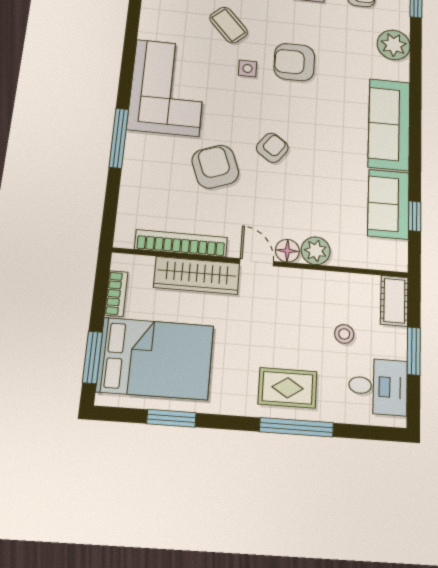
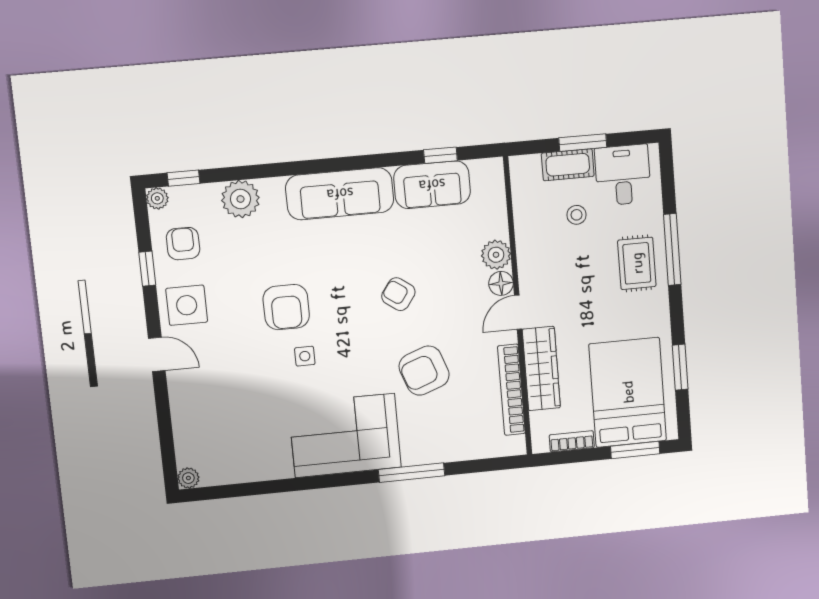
coffee table: (229, 25) -> (256, 385), removed
armchair: (272, 148) -> (398, 294), moved
cot: (394, 301) -> (568, 165), moved

